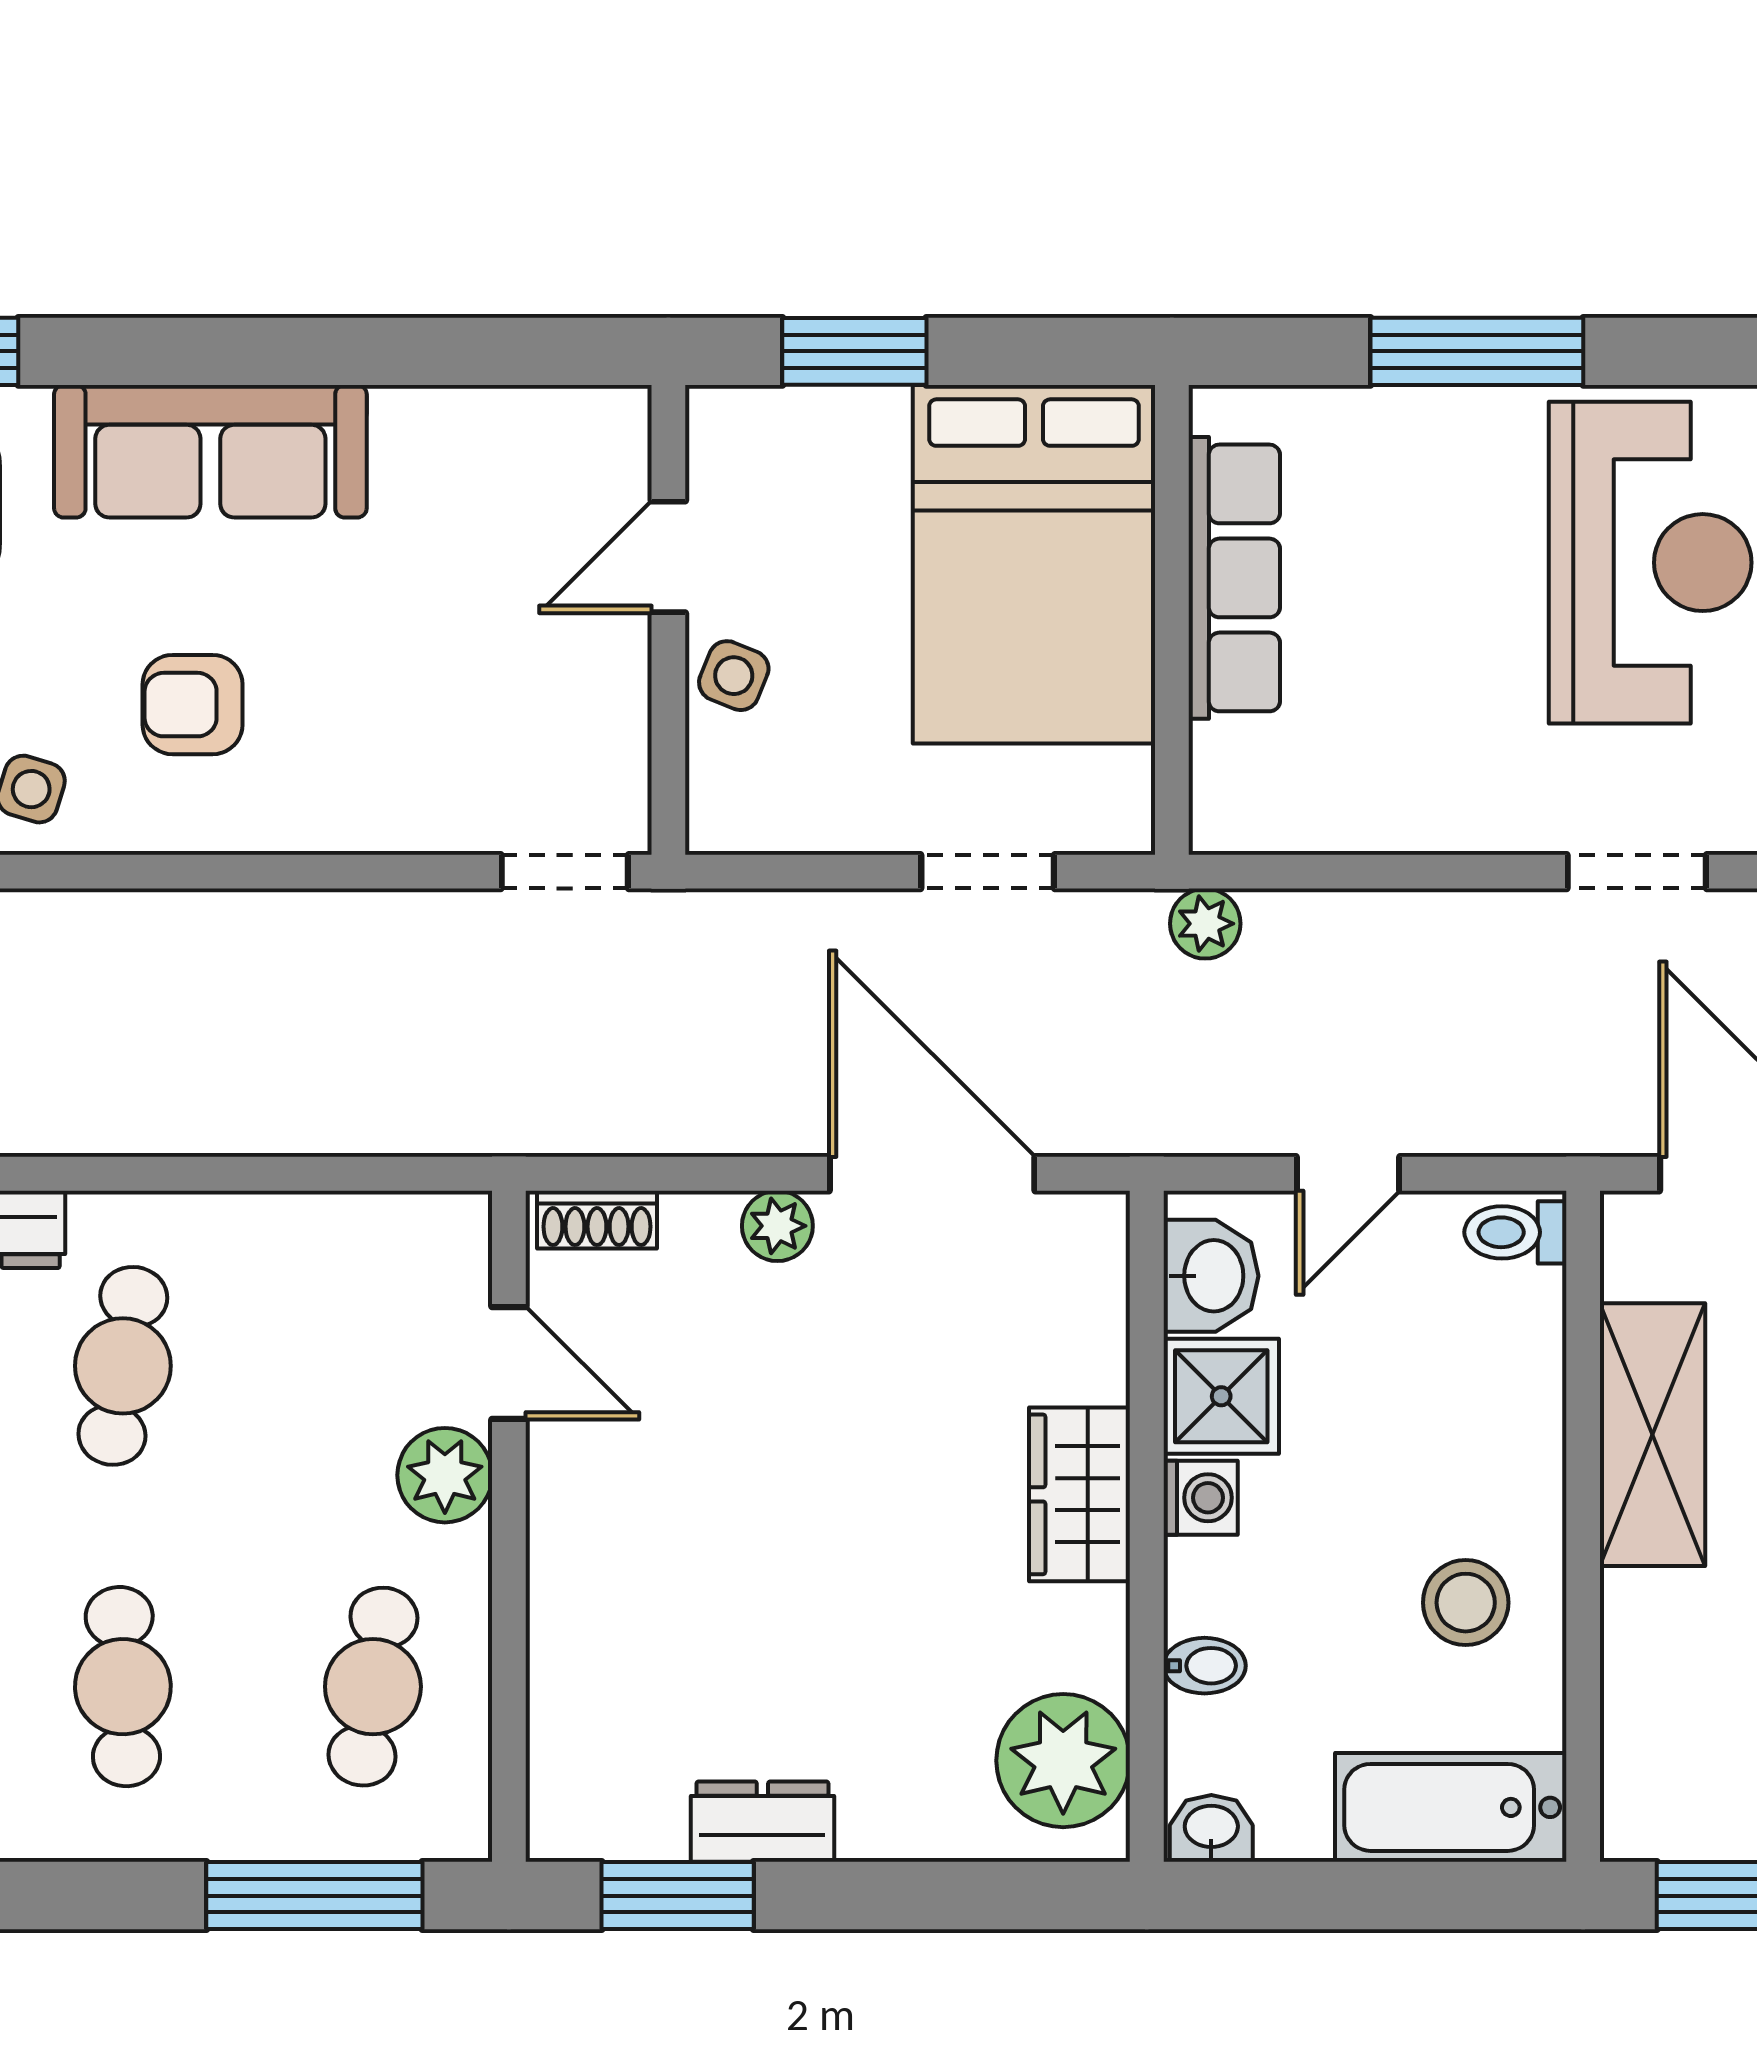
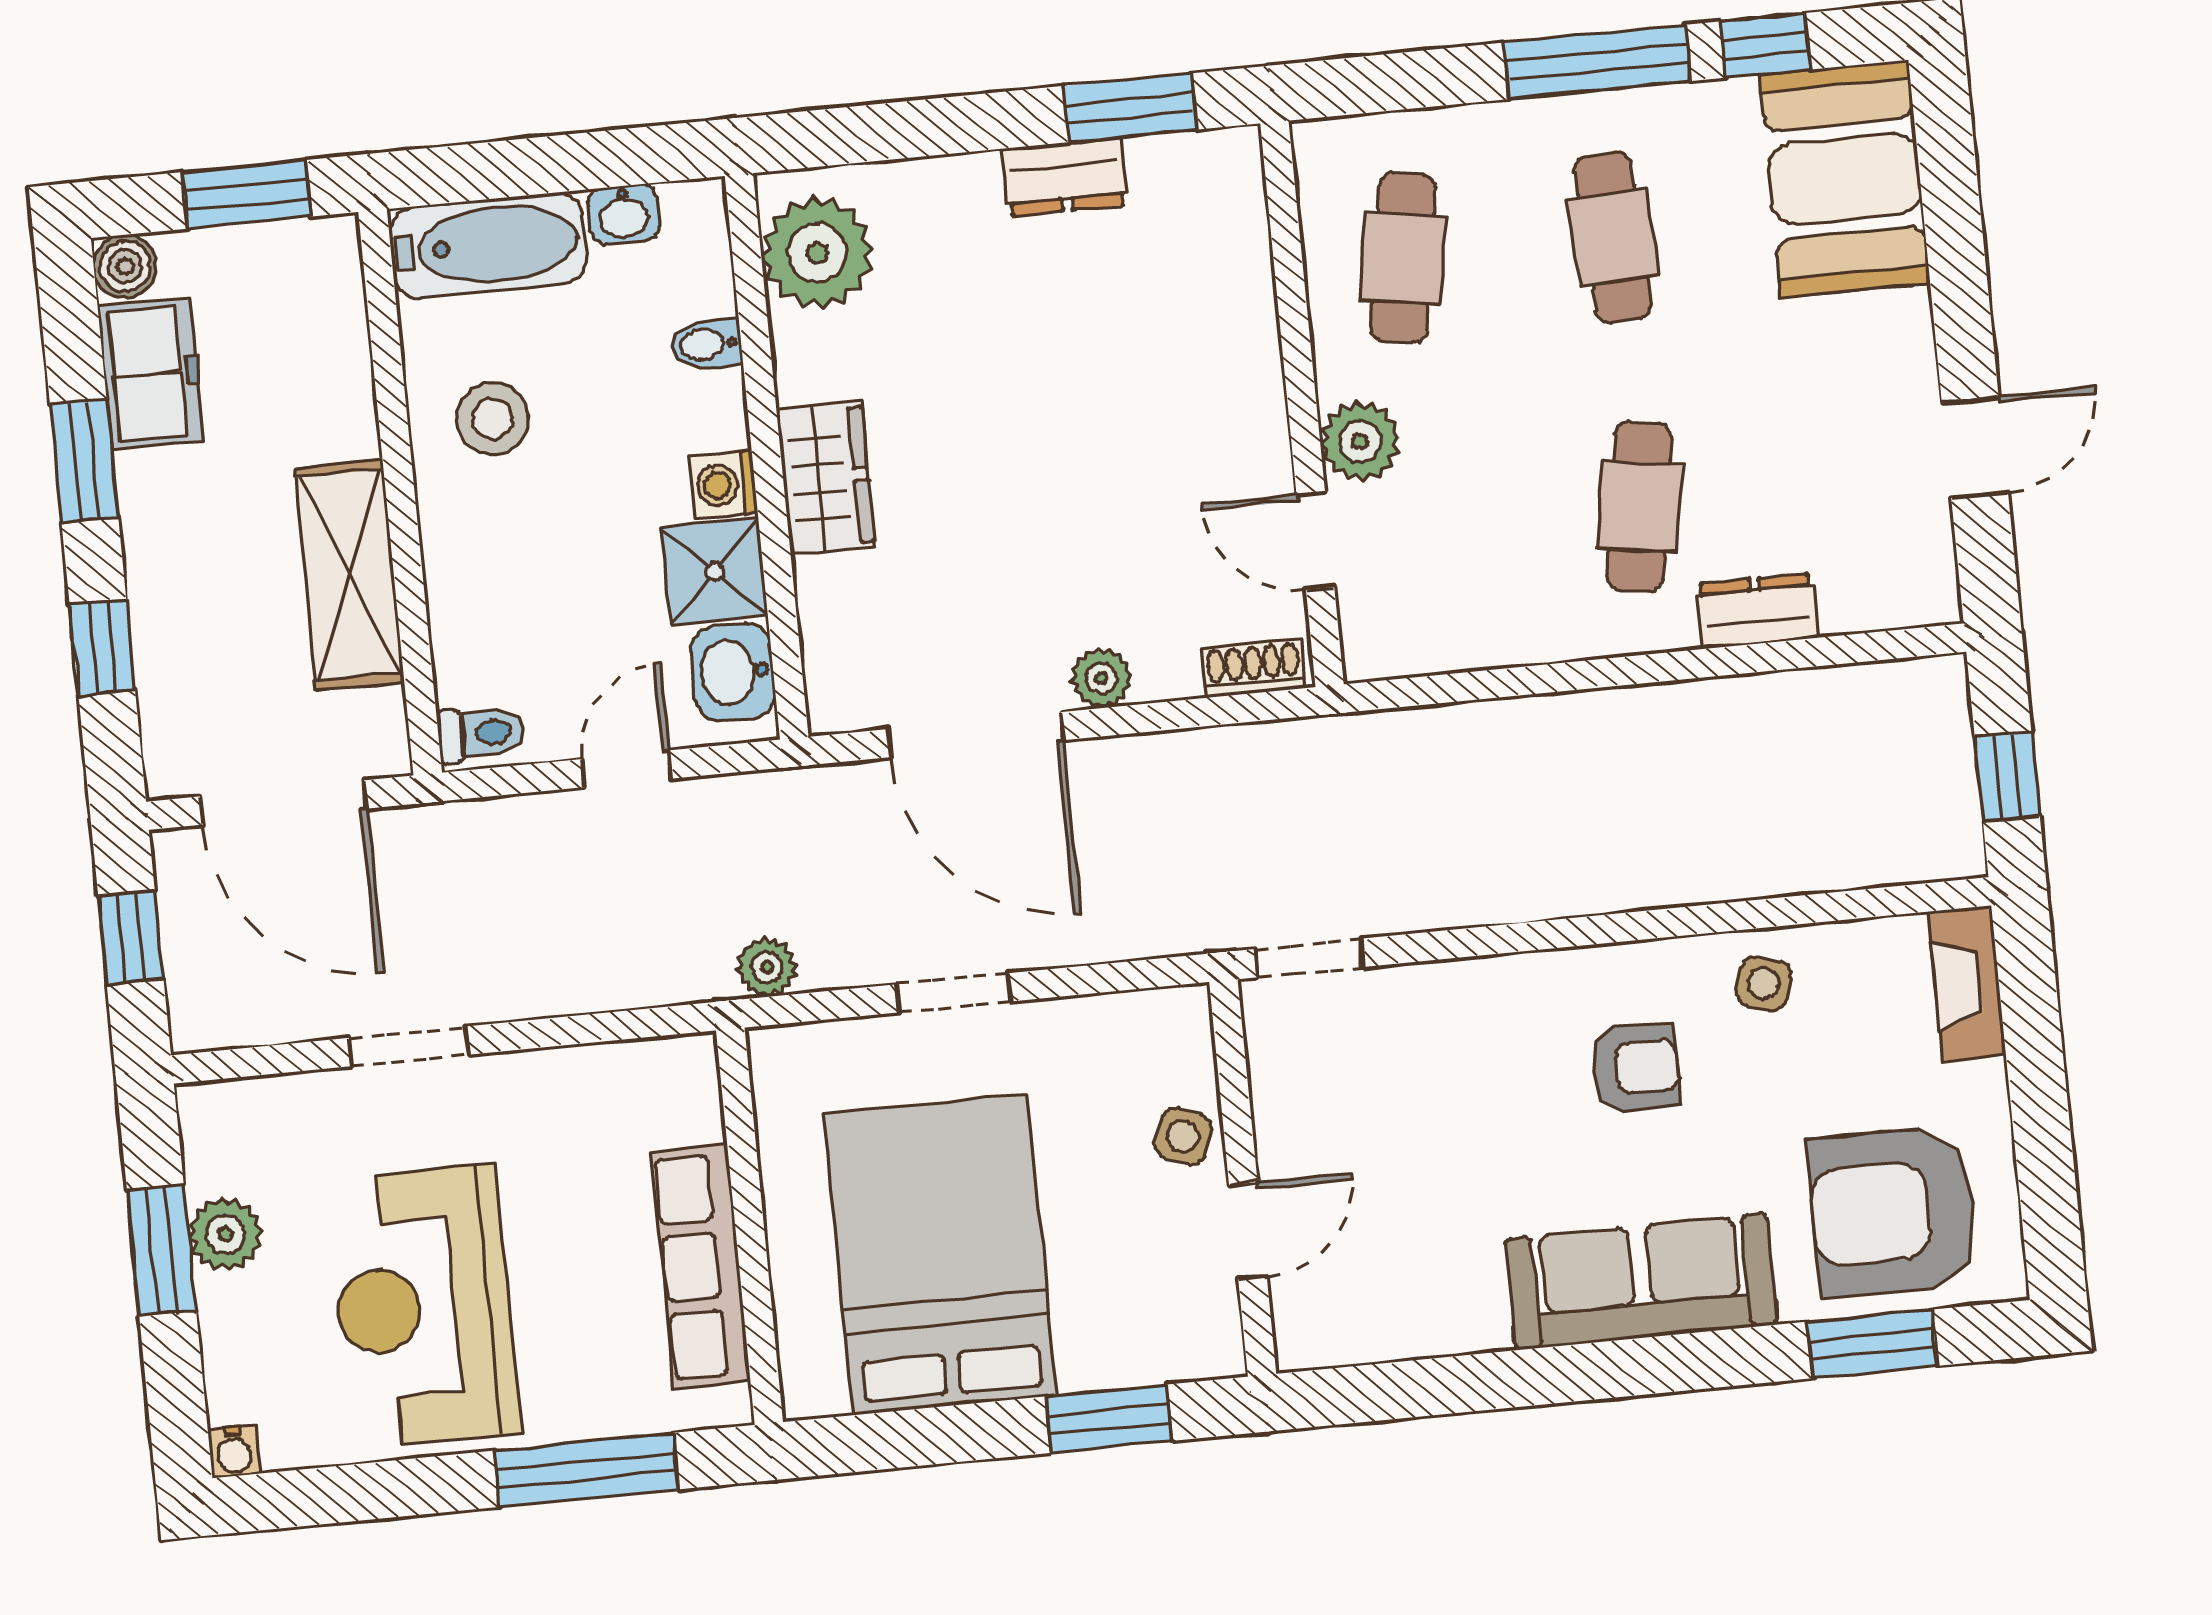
row of seats: (1234, 578) -> (701, 1267), moved
wall: (1172, 620) -> (750, 1226), moved
washbasin: (1211, 1828) -> (624, 214), moved
window: (314, 1896) -> (1597, 62), moved

